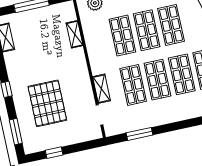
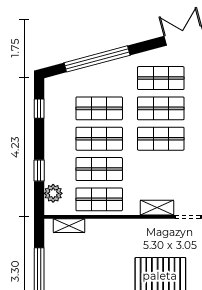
shelving: (75, 34) -> (69, 226), moved
shop shelf: (133, 85) -> (99, 199), moved

